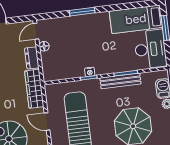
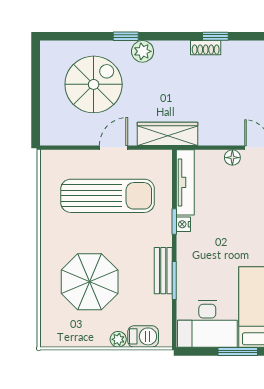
dresser: (32, 58) -> (216, 136), removed
tv unit: (63, 74) -> (185, 182), added
bench: (120, 81) -> (163, 271), width x0.73

